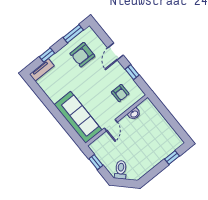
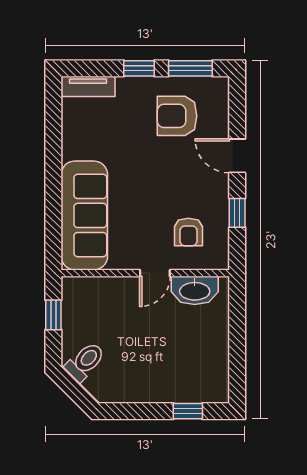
door: (115, 52) -> (237, 156), hinge flipped
window: (47, 55) -> (139, 68), moved
washbasin: (134, 114) -> (195, 290), width x1.91, depth x1.45
door: (111, 125) -> (155, 273), moved

